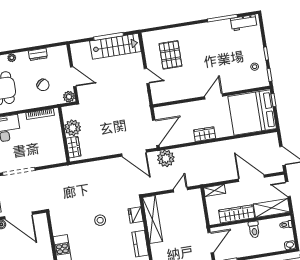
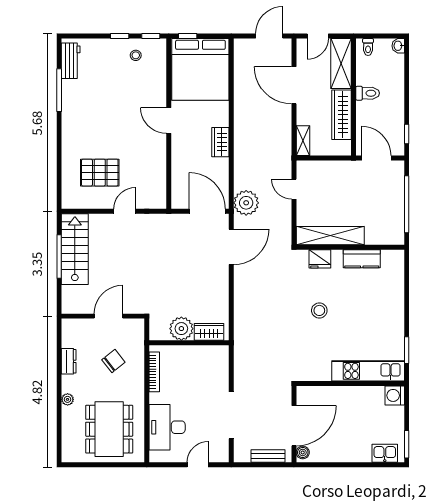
plant: (69, 97) -> (136, 327), removed
door: (251, 178) -> (294, 85), hinge flipped

